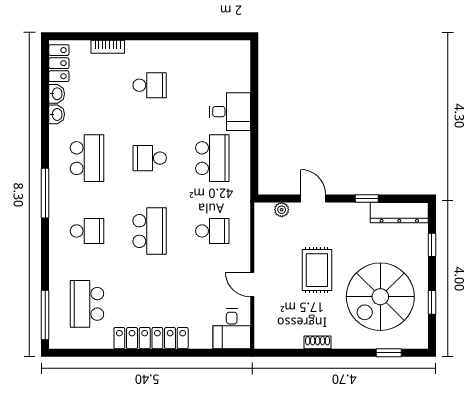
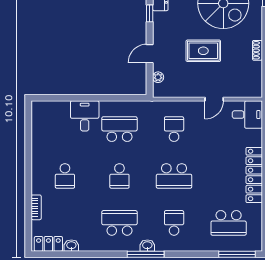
school desk: (150, 85) -> (65, 176), turned 180
washbasin: (57, 114) -> (147, 246), moved
school desk: (150, 231) -> (174, 176), turned 180

